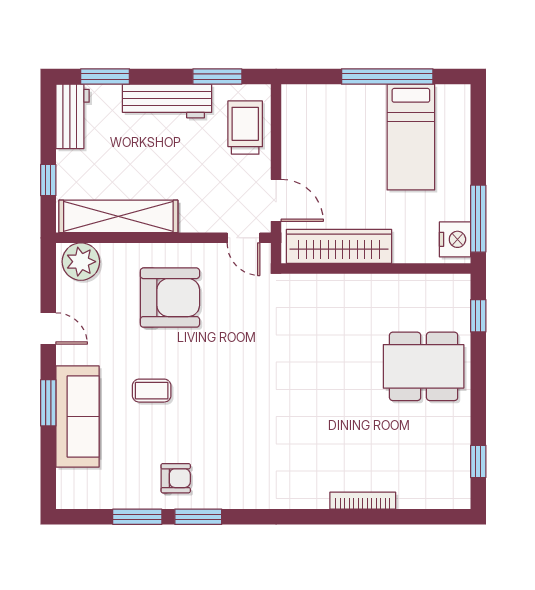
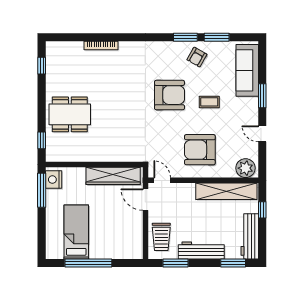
workbench: (73, 116) -> (250, 236), width x1.38
armchair: (229, 404) -> (169, 95), added
sofa: (78, 416) -> (247, 70), moved
armchair: (176, 478) -> (197, 57), turned -60

